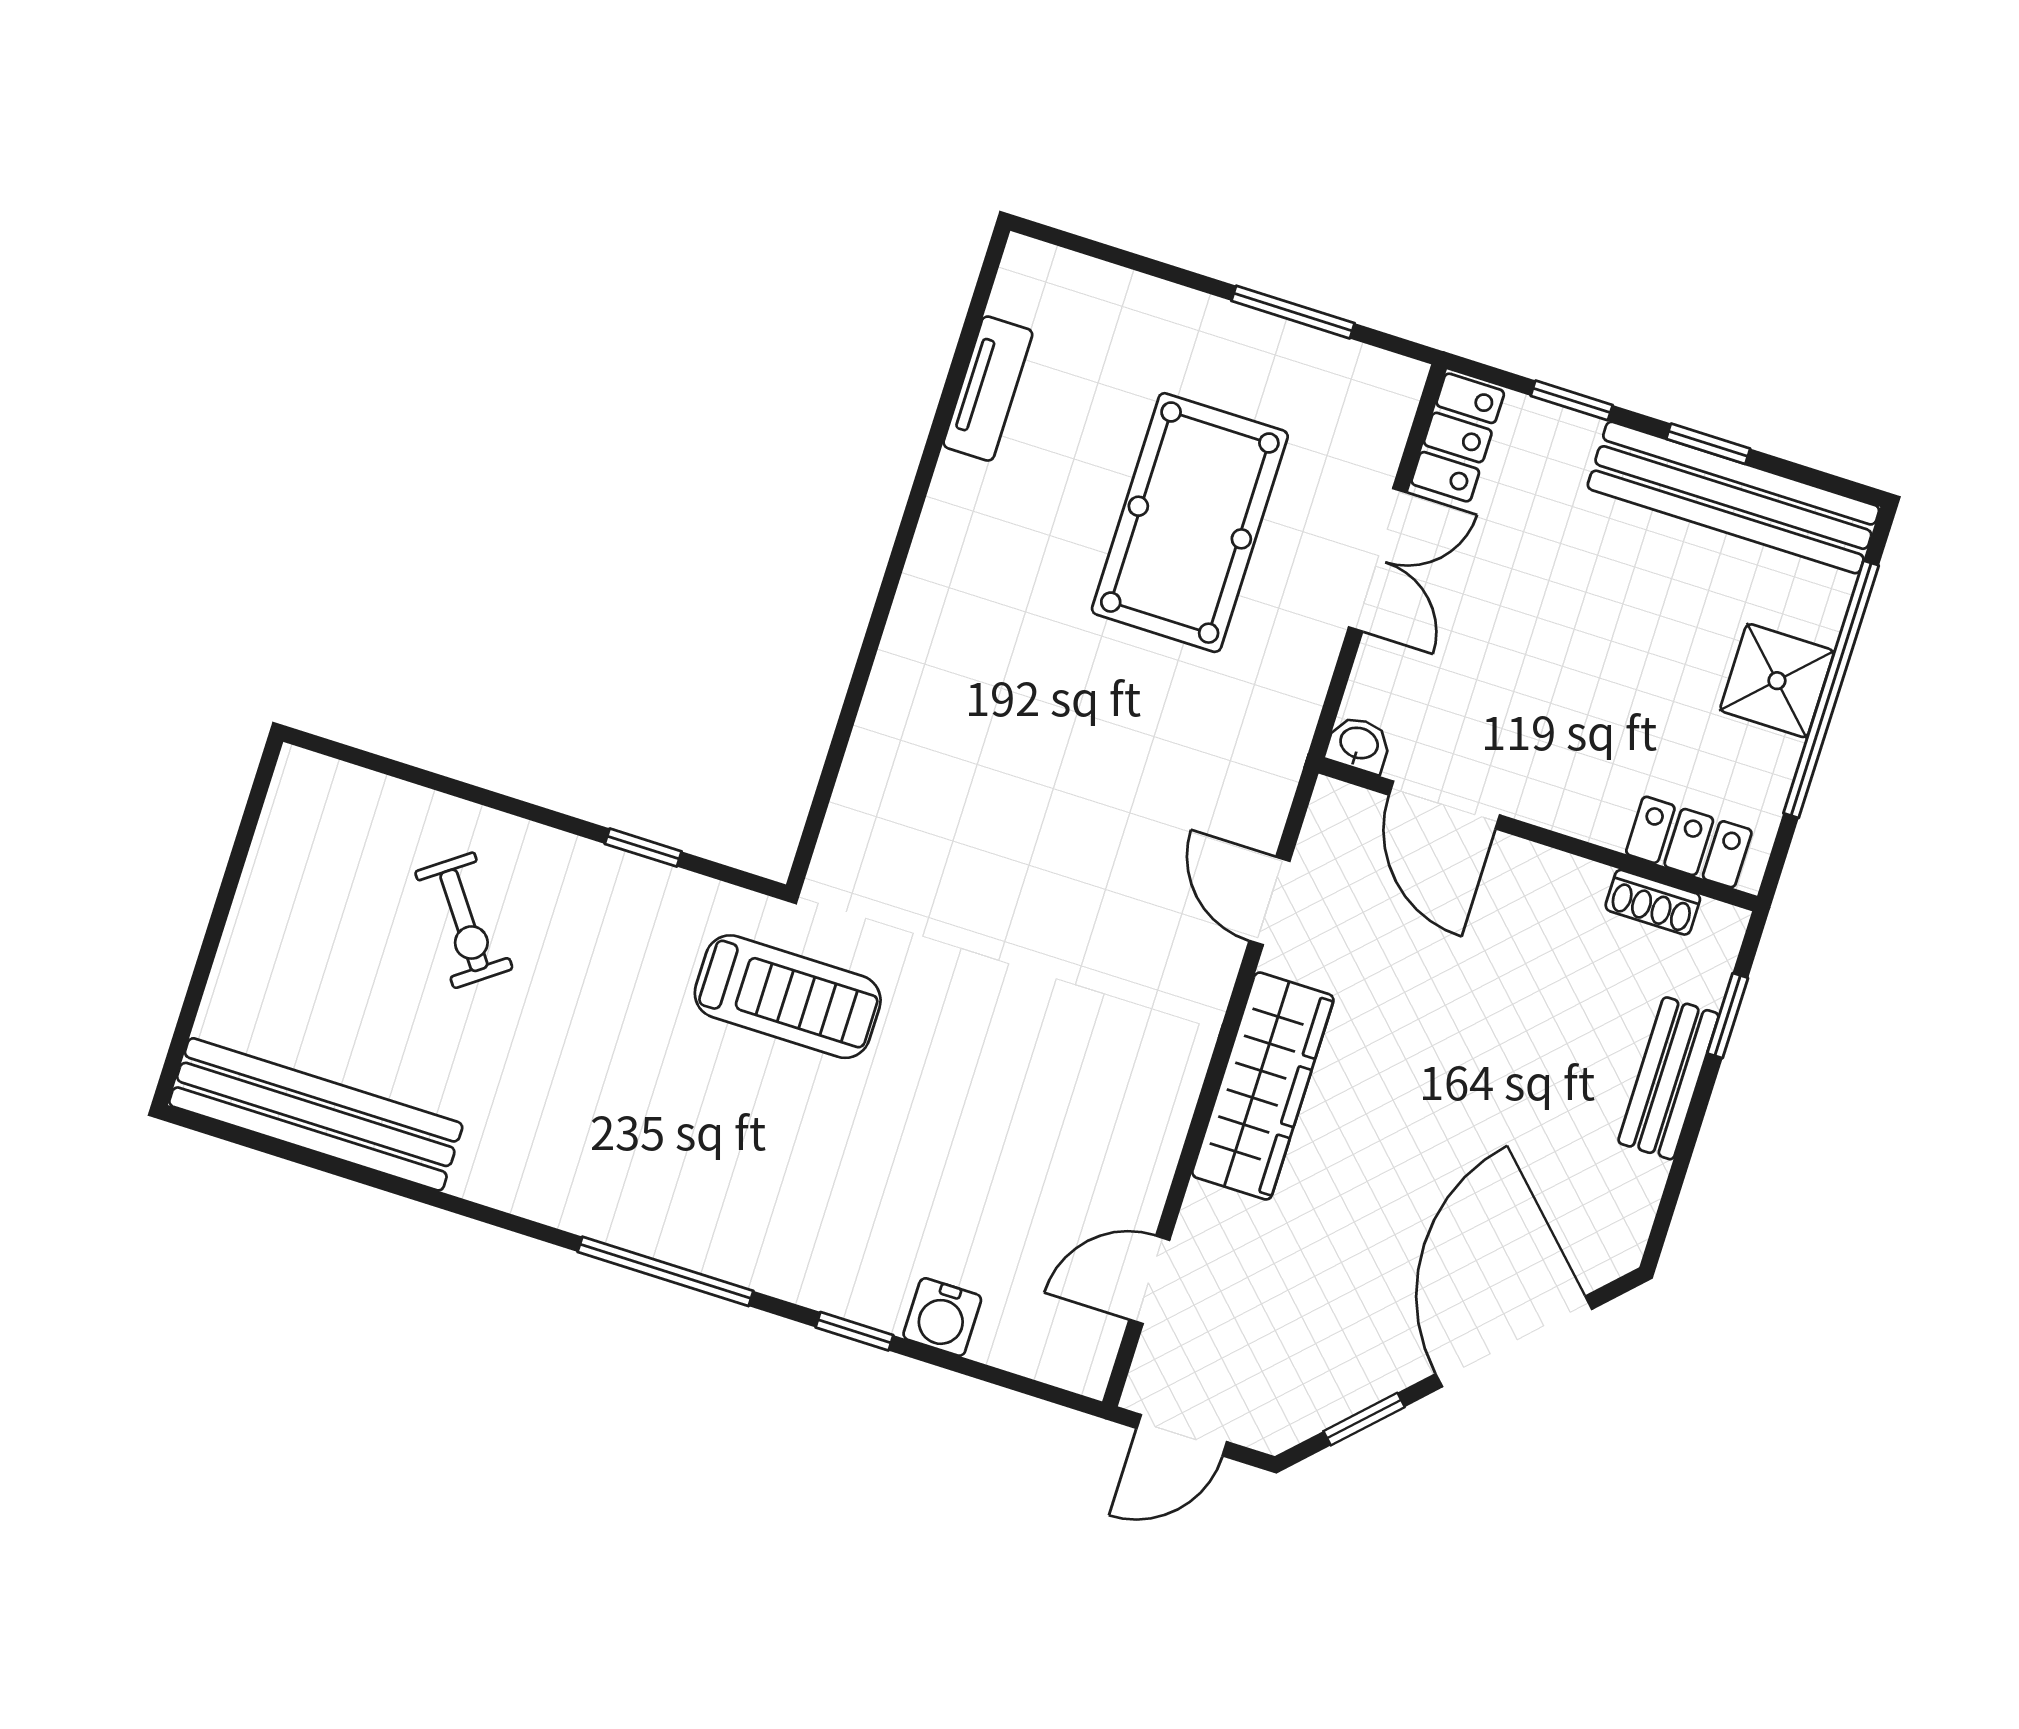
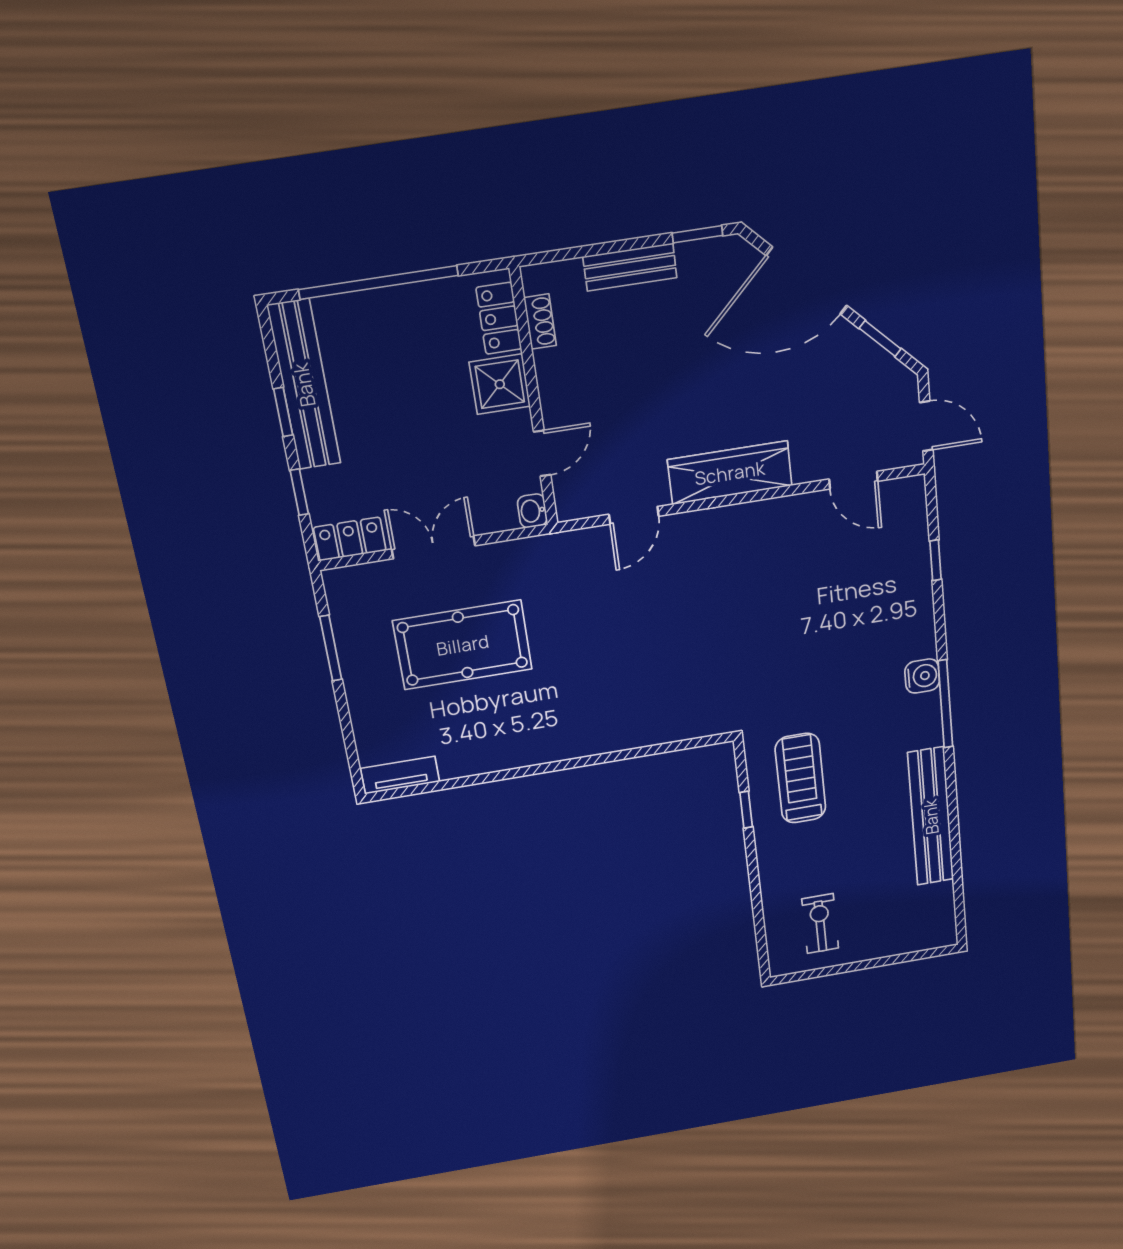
tv unit: (988, 389) -> (400, 775), moved
shower: (1777, 681) -> (500, 384), moved
door: (1444, 805) -> (542, 453), width x0.73
exercise bike: (464, 920) -> (820, 924), moved, turned -54
treadmill: (788, 997) -> (800, 778), moved
window: (1728, 1016) -> (697, 234), moved
bench: (316, 1114) -> (931, 817), moved
water cooler: (942, 1317) -> (922, 676), moved
window: (854, 1331) -> (936, 560), moved

